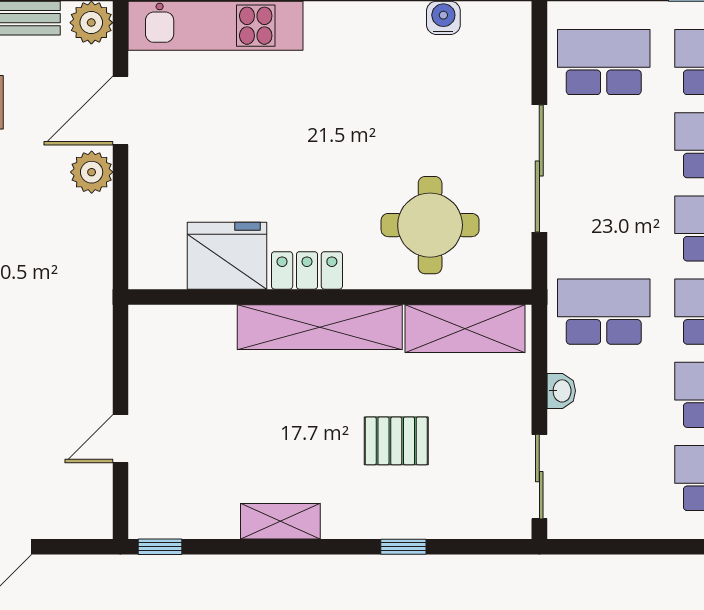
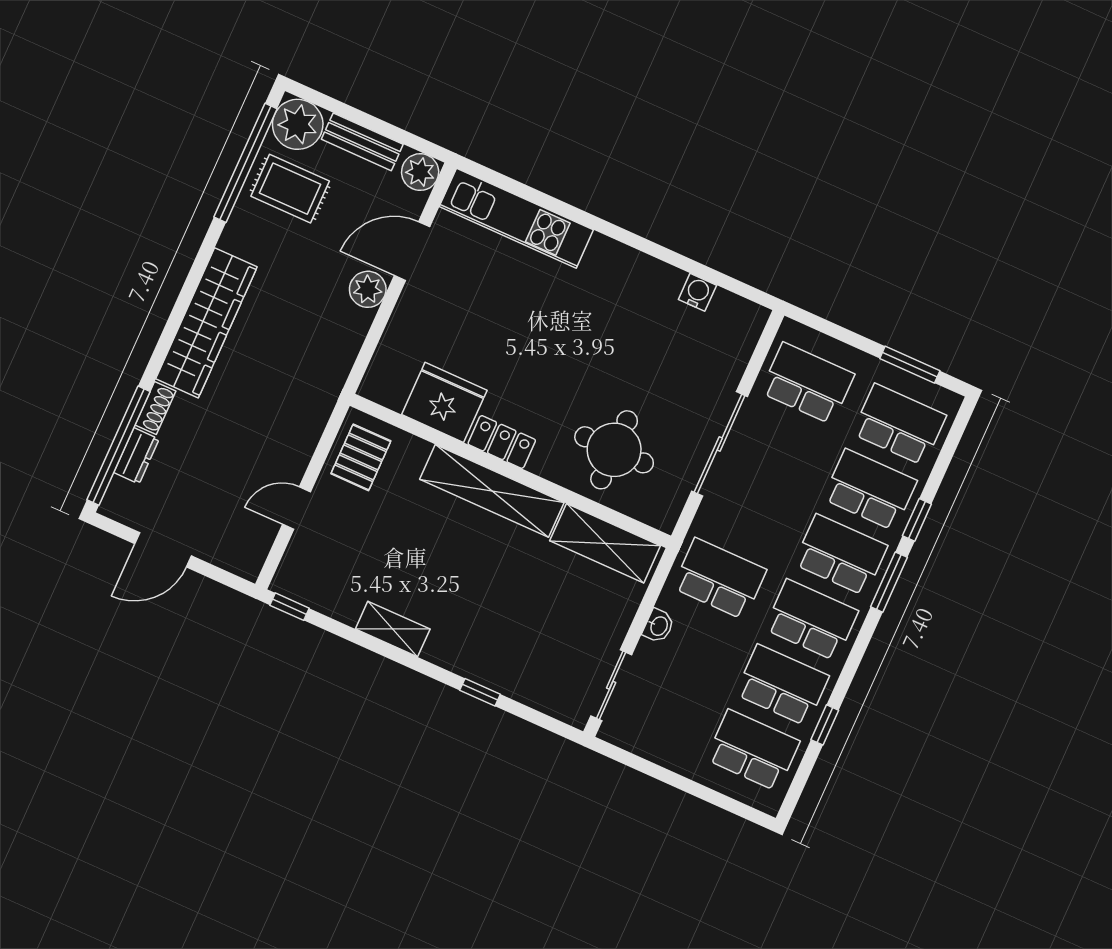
pallet: (396, 441) -> (361, 457), moved, turned 90

